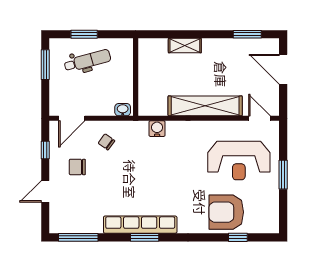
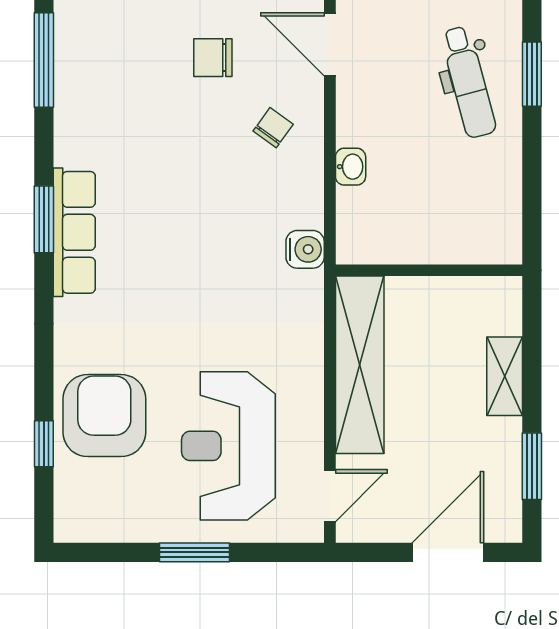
shelving: (185, 46) -> (505, 376), moved
wall: (136, 77) -> (429, 270), moved
chair: (77, 167) -> (213, 58), turned -90
row of seats: (140, 225) -> (74, 232), width x0.73

